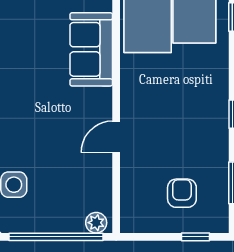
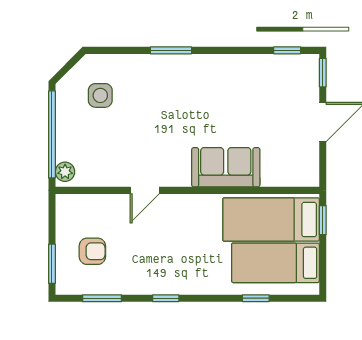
door: (116, 137) -> (145, 190), swing flipped
window: (195, 237) -> (52, 264), width x1.50

